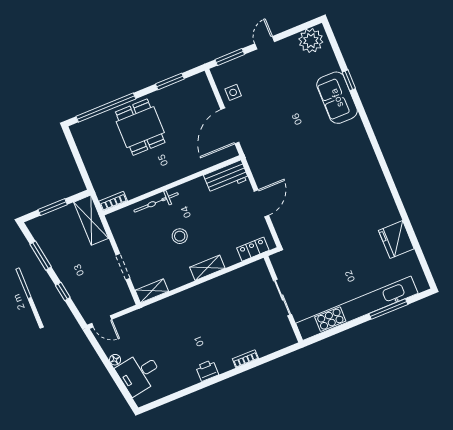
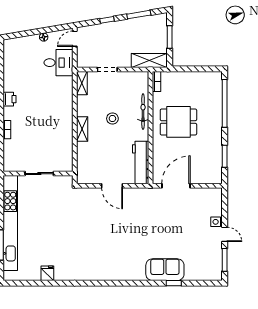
plant: (311, 41) -> (213, 268), removed
window: (230, 57) -> (225, 260), moved
side table: (233, 92) -> (216, 222), moved
door: (230, 126) -> (176, 186), hinge flipped
dining table: (140, 127) -> (178, 122), moved
workbench: (226, 177) -> (141, 163), width x1.38
fridge: (396, 240) -> (47, 273), width x0.53, depth x0.75
locker: (253, 249) -> (82, 167), removed
desk: (139, 373) -> (58, 63), moved, turned 99

